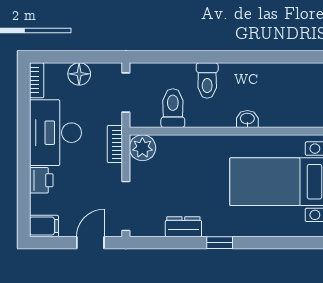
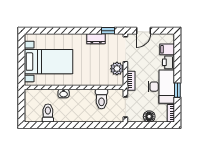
toilet: (207, 81) -> (48, 113), moved
window: (24, 126) -> (177, 90), added
plant: (142, 148) -> (117, 69), moved
filing cabinet: (44, 226) -> (167, 49), moved
window: (220, 243) -> (108, 31), moved

